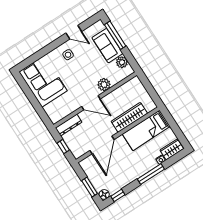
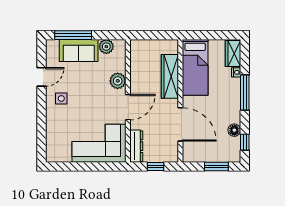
corner sofa: (43, 81) -> (99, 143), moved
floor lamp: (104, 194) -> (234, 130), moved

